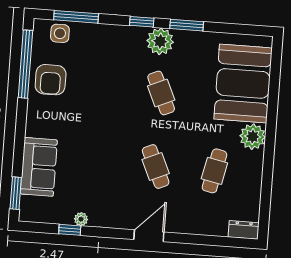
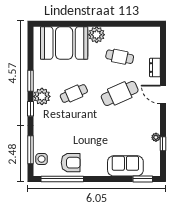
cafe table: (156, 166) -> (120, 93), width x1.37, depth x1.35
dresser: (244, 230) -> (155, 68), moved

